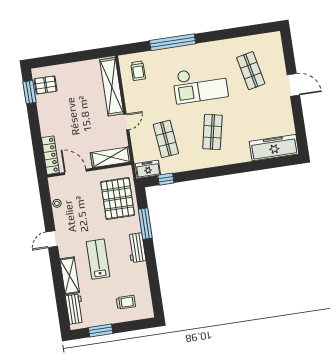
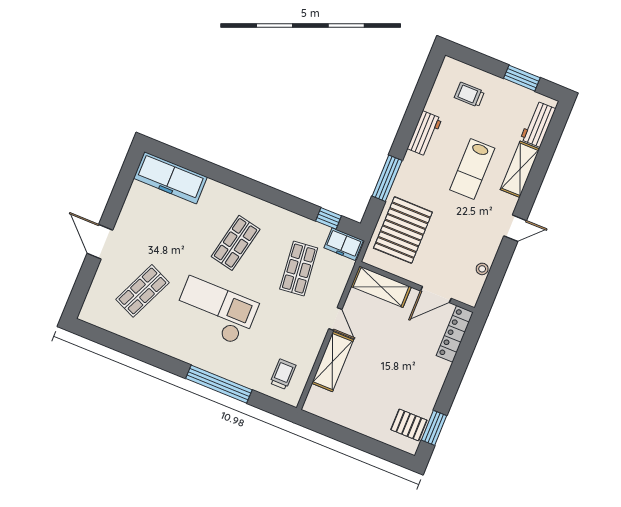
shop shelf: (251, 71) -> (142, 291), turned 36
shelving: (112, 87) -> (333, 362), width x0.68
door: (126, 122) -> (335, 319), swing flipped
door: (75, 172) -> (436, 295), hinge flipped
workbench: (136, 248) -> (424, 134), moved

